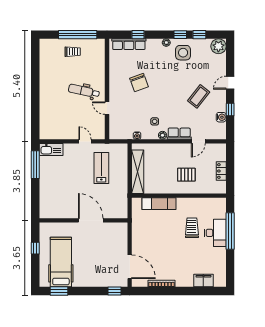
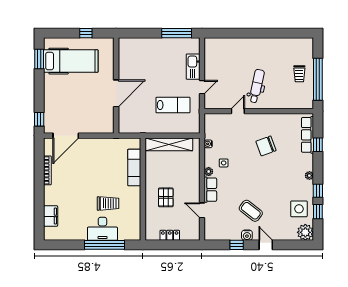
side table: (183, 53) -> (299, 209), moved
water cooler: (221, 117) -> (247, 235), moved
kitchen sink: (51, 150) -> (193, 67), moved

